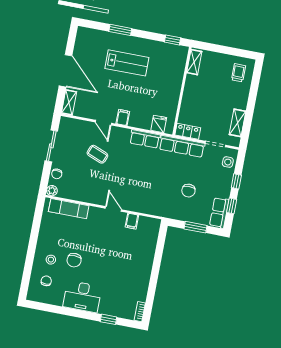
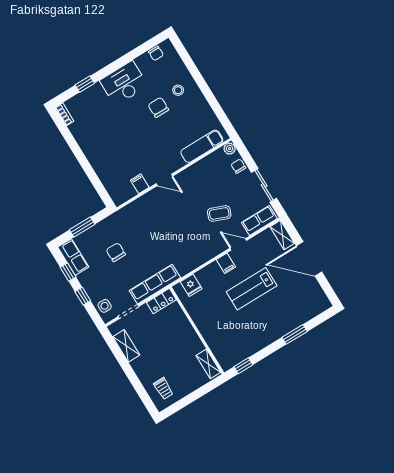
lab bench: (127, 63) -> (252, 289), moved
row of seats: (145, 139) -> (259, 220), moved
chair: (46, 281) -> (156, 53), moved

